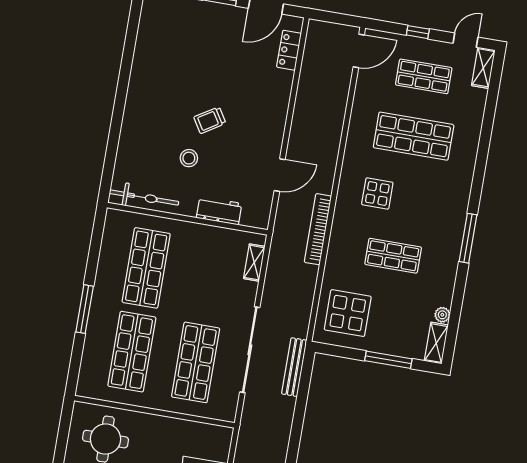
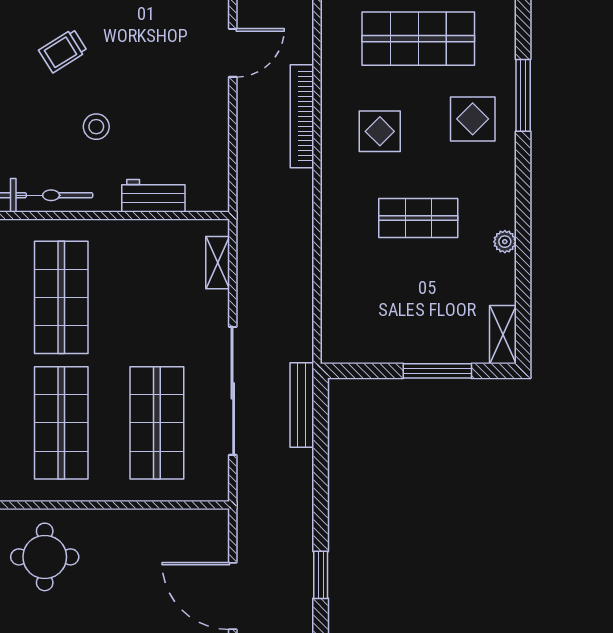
trolley: (210, 120) -> (63, 51), moved
door: (280, 175) -> (233, 53), moved
bookcase: (318, 229) -> (302, 116), moved
window: (468, 238) -> (523, 95), moved
display table: (348, 313) -> (473, 119), moved, width x0.73, depth x0.73
plant: (442, 315) -> (505, 242), moved

